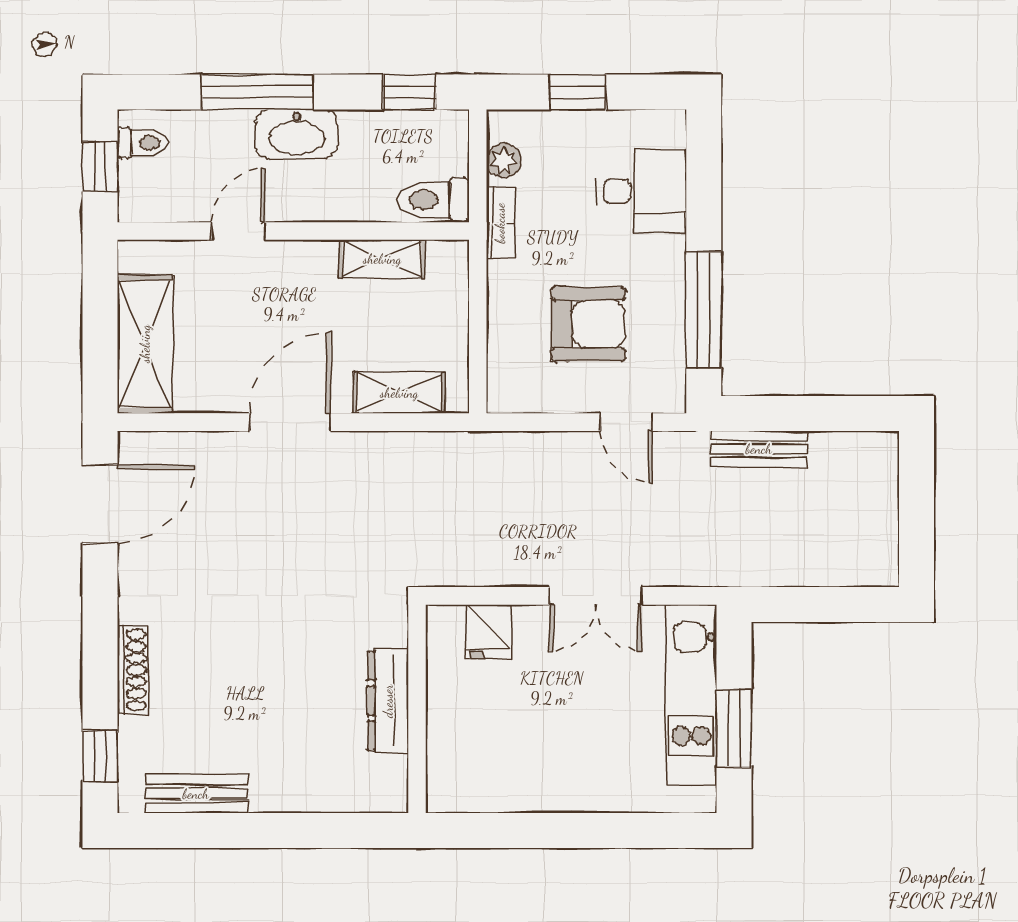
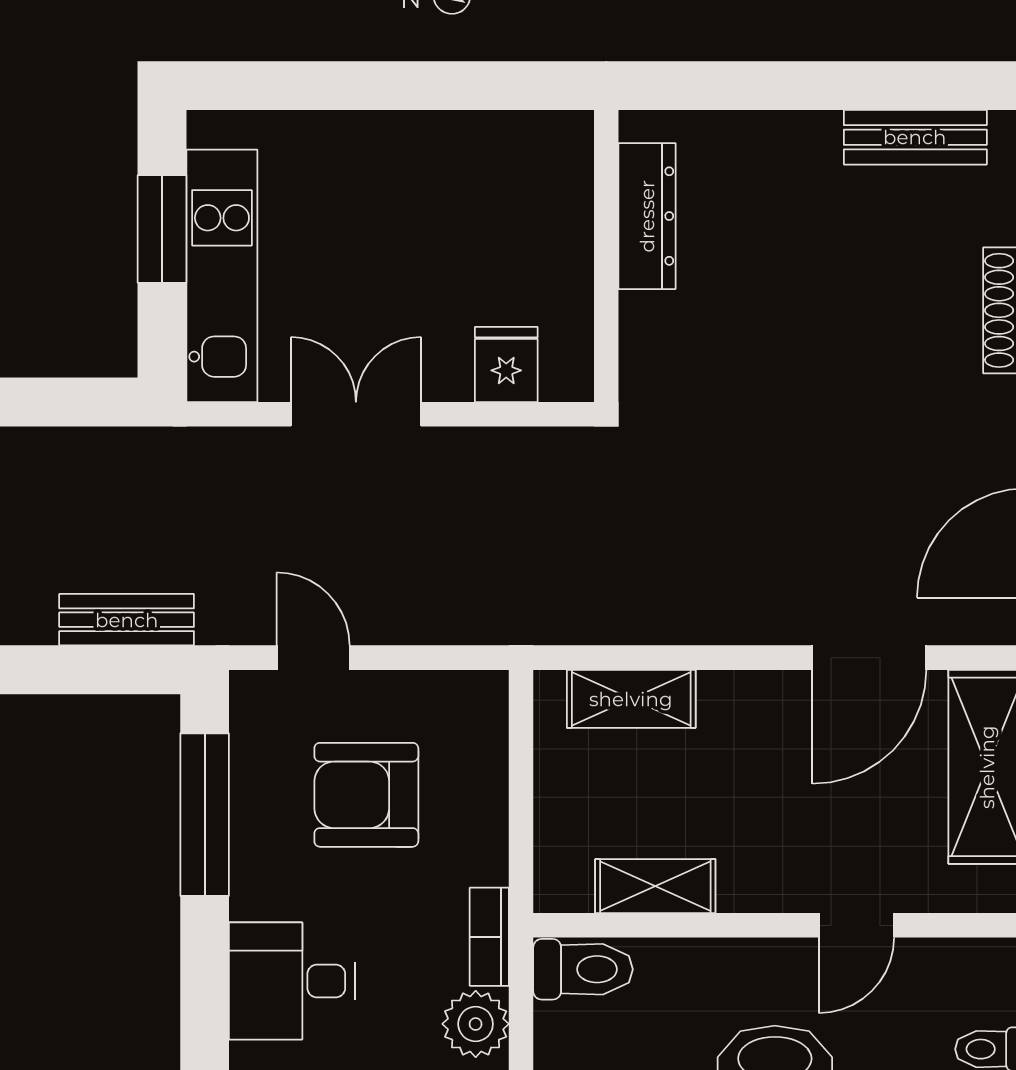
plant: (504, 161) -> (476, 1024), width x1.38, depth x1.38
door: (290, 422) -> (869, 658), moved
dresser: (388, 701) -> (647, 216), moved

